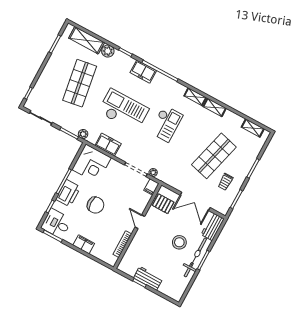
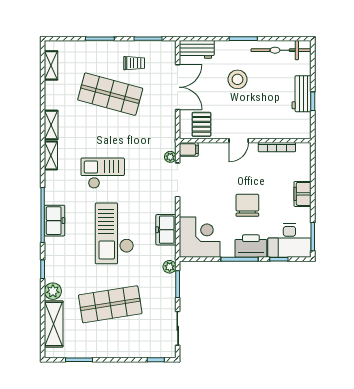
freezer: (143, 72) -> (55, 221), moved
desk: (56, 224) -> (289, 241), width x1.37
bicycle: (195, 257) -> (281, 50), moved

